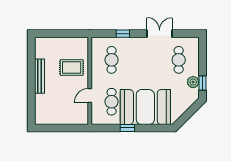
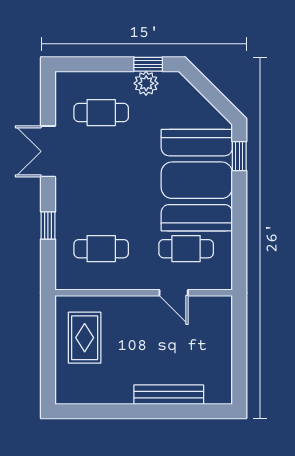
rug: (72, 67) -> (85, 338), moved
bench: (40, 76) -> (169, 395), moved
window: (127, 128) -> (239, 156), moved

